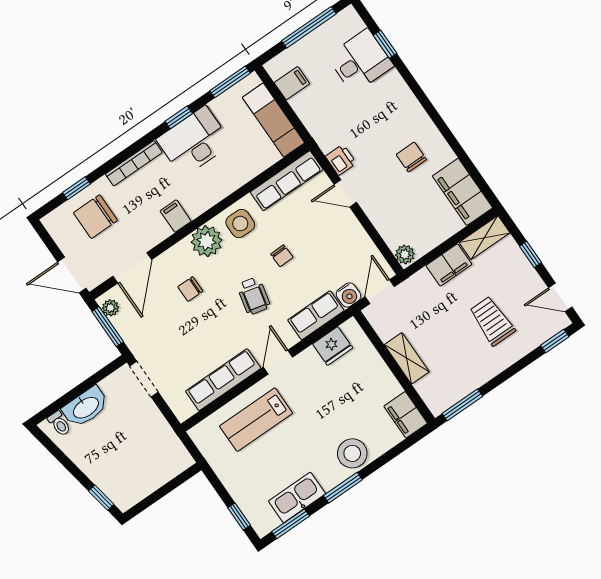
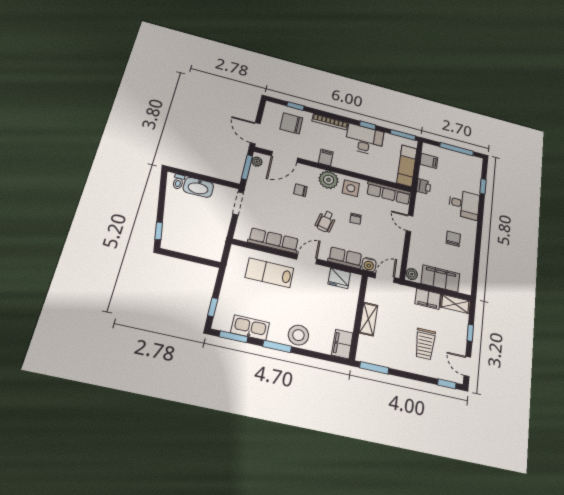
desk: (360, 61) -> (464, 204), moved
printer: (341, 160) -> (424, 187), moved
filing cabinet: (463, 192) -> (440, 279), moved, turned 90
trolley: (492, 321) -> (425, 344), turned 180

